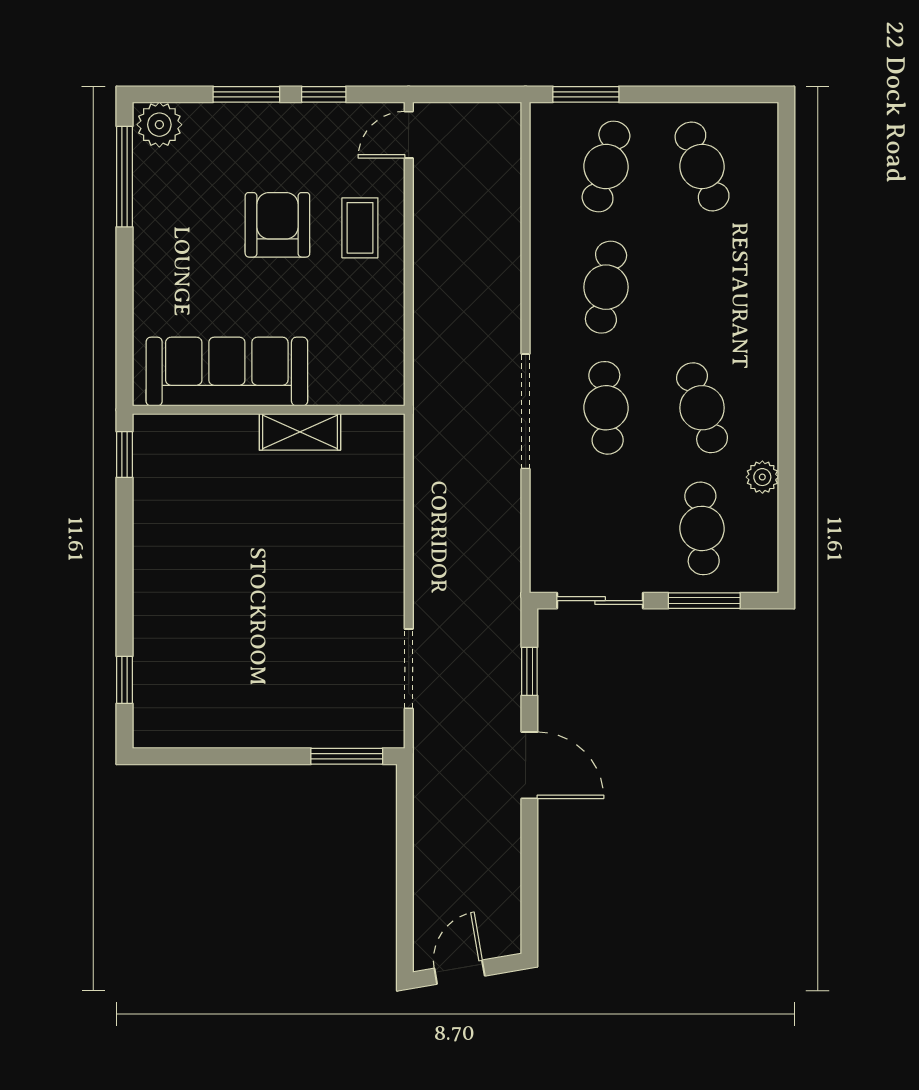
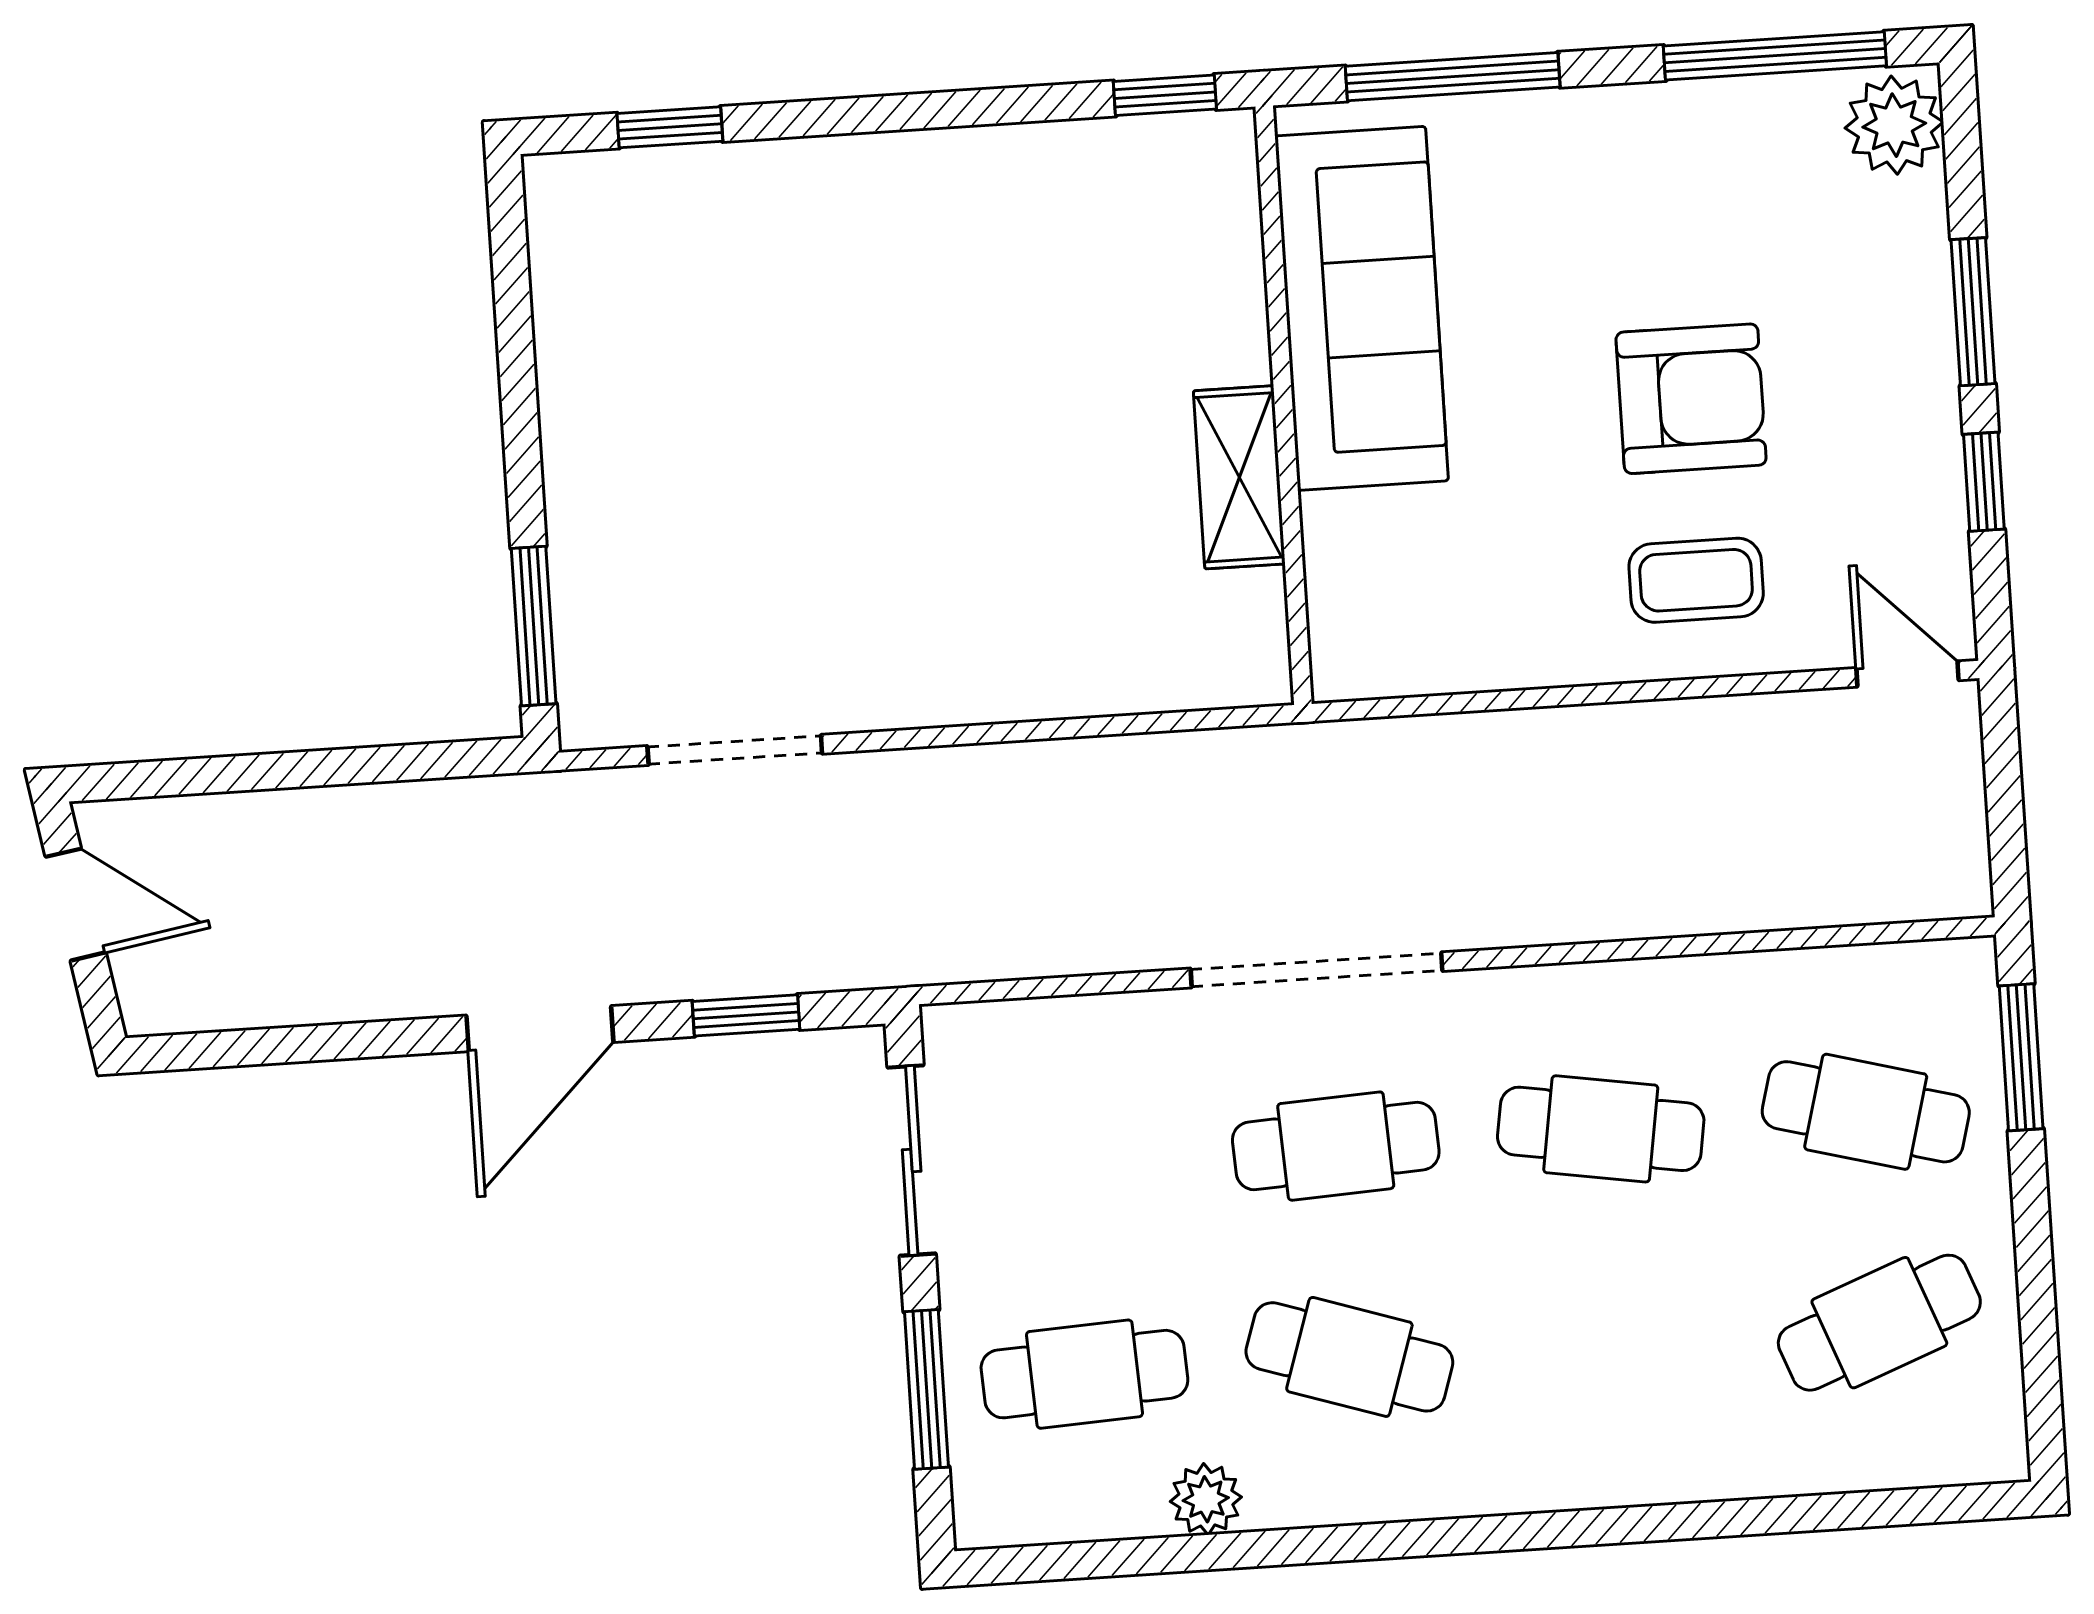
window: (124, 323) -> (1453, 77), added
cafe table: (702, 408) -> (1349, 1357), turned 36

